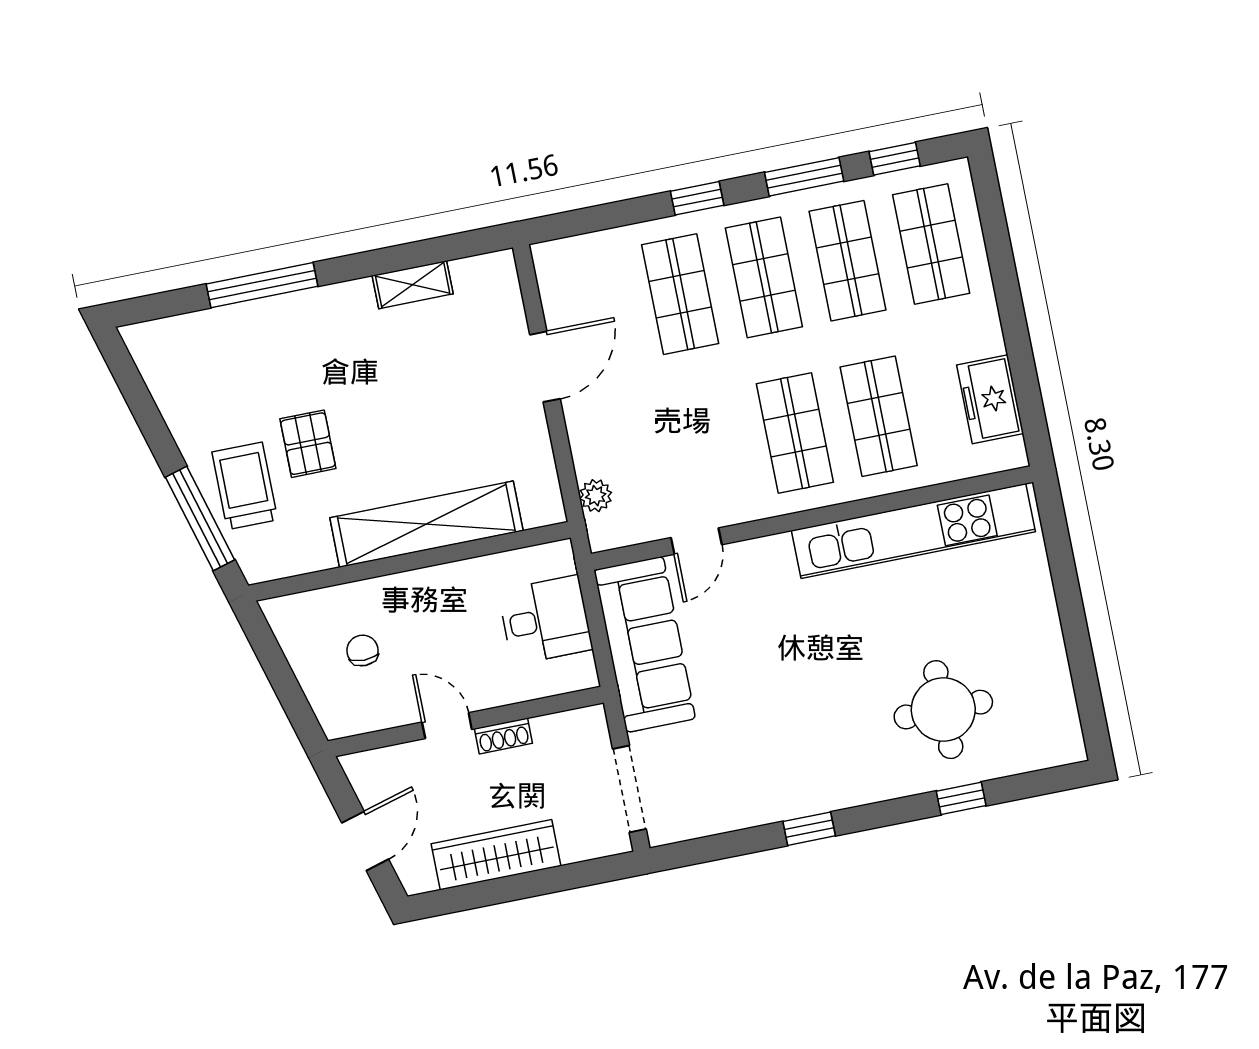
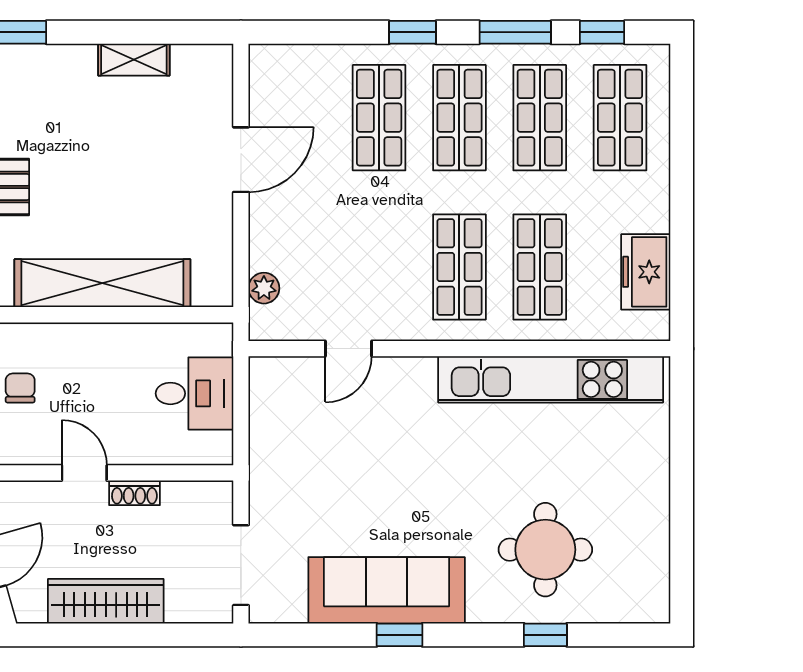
sofa: (645, 644) -> (387, 590), moved, turned -90

